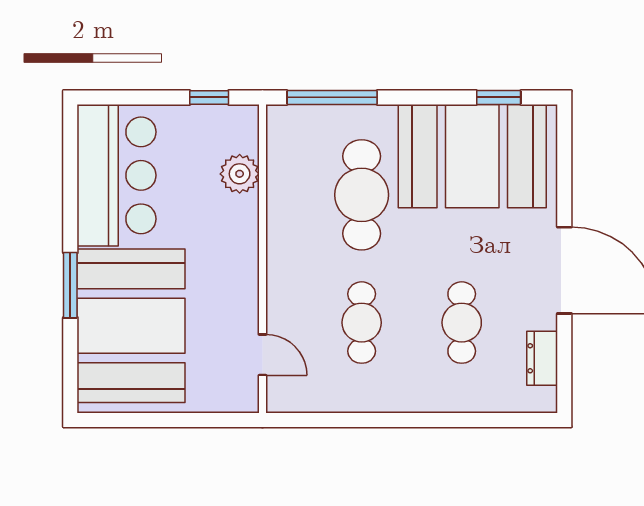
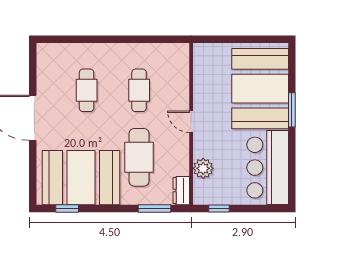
window: (332, 97) -> (155, 208), width x0.69
door: (262, 355) -> (191, 122), moved
dresser: (542, 358) -> (181, 191), moved, turned 180

